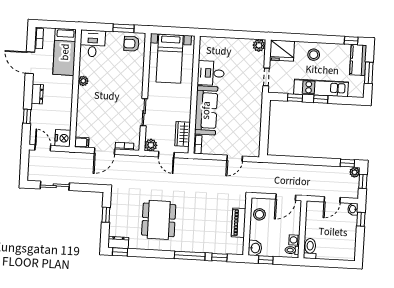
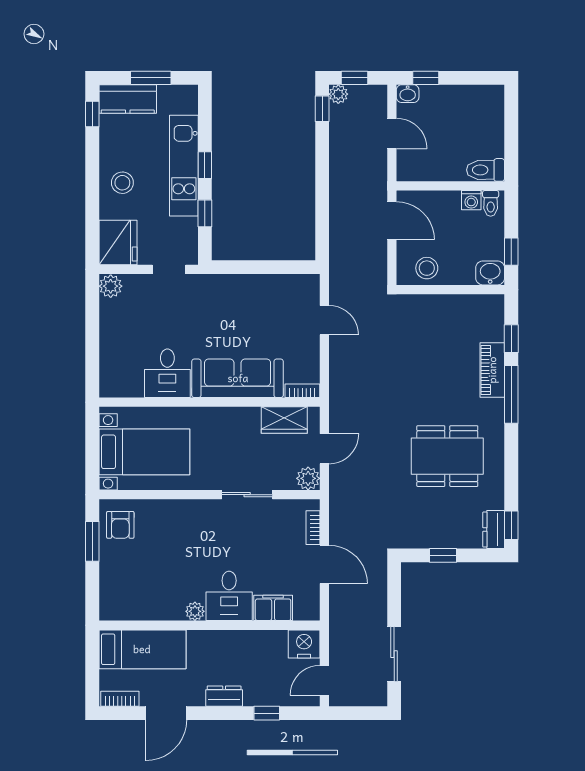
desk: (93, 43) -> (229, 596), moved, turned -90
filing cabinet: (82, 142) -> (273, 608), moved, width x2.00
piano: (239, 223) -> (492, 370), moved, turned 90

